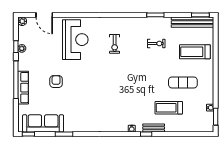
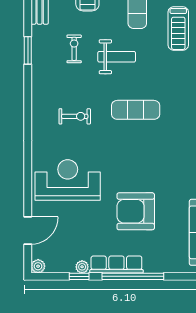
weight bench: (151, 70) -> (117, 57), added
armchair: (56, 81) -> (136, 211), width x1.88, depth x1.88
exercise mat: (119, 81) -> (136, 110), added
row of seats: (23, 88) -> (116, 265), moved

